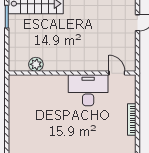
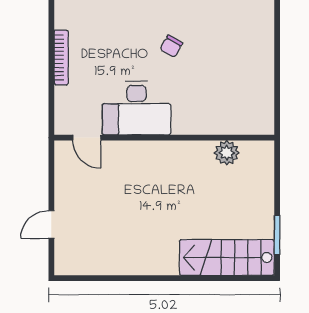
chair: (68, 126) -> (171, 46), added

